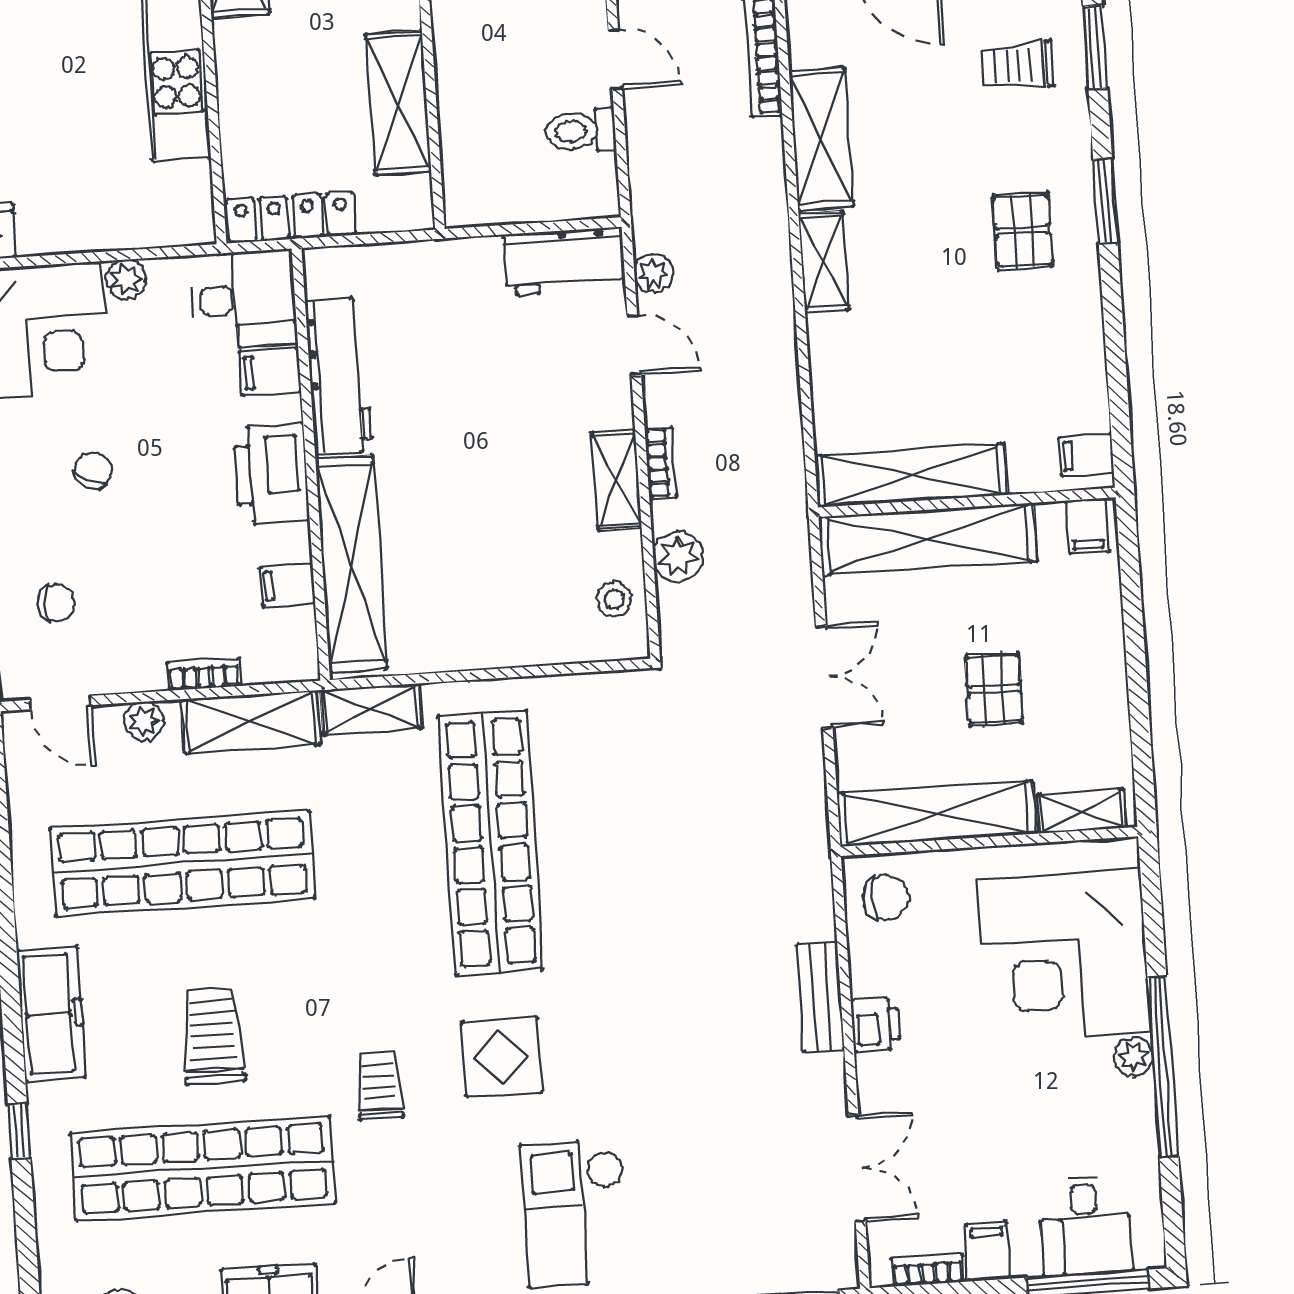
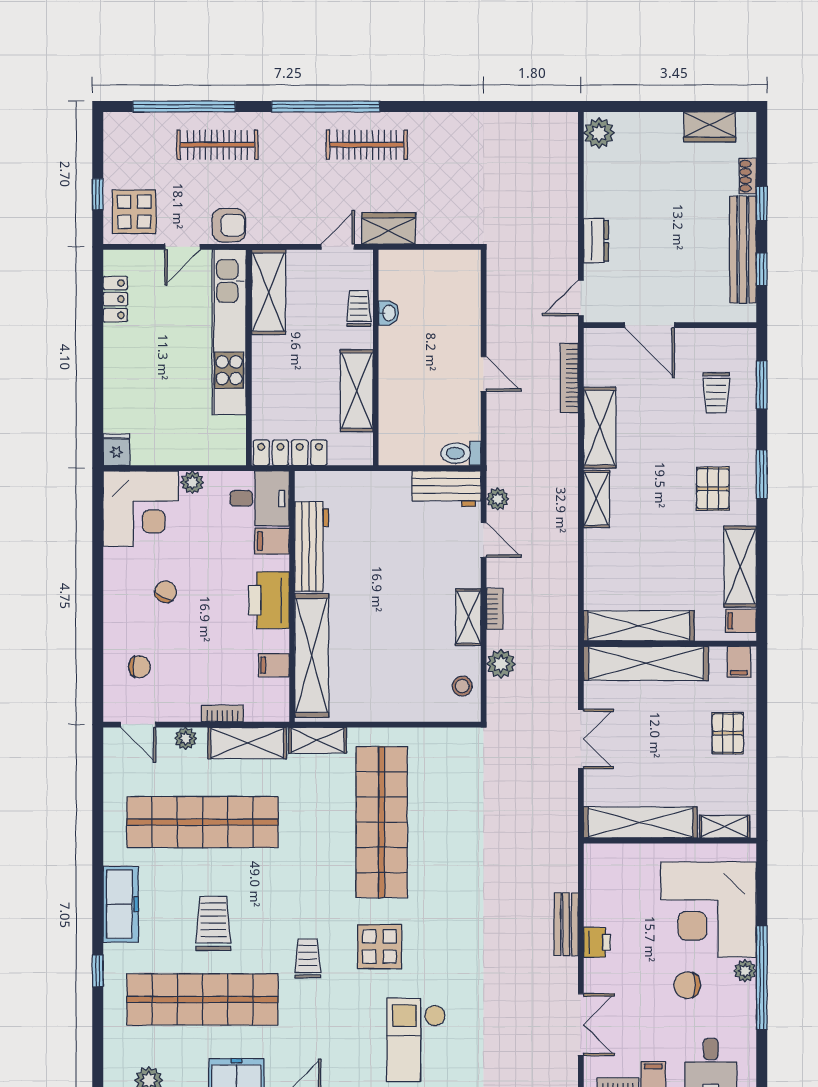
trolley: (1018, 65) -> (716, 393), turned -90
toilet: (581, 131) -> (461, 453), moved
shelving: (1079, 362) -> (740, 567), added
pallet: (994, 689) -> (728, 733), moved
chair: (886, 898) -> (687, 985), moved, turned 180

